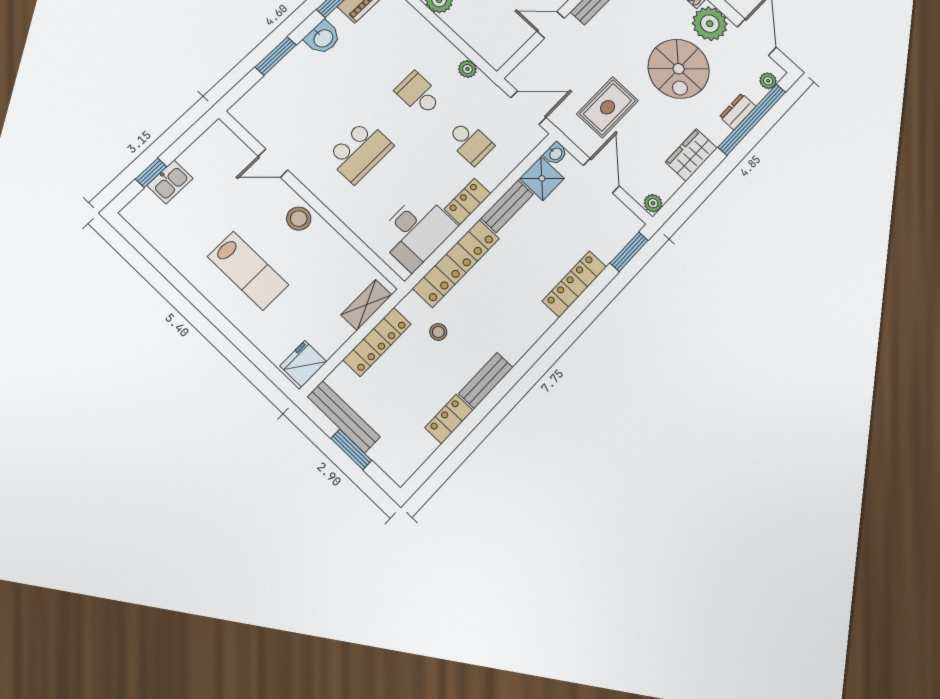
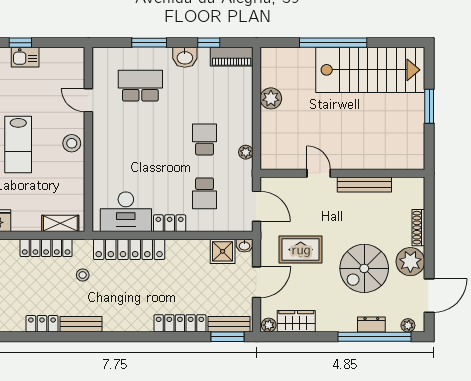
school desk: (360, 152) -> (140, 86), moved, turned 180
wardrobe: (691, 155) -> (296, 321), moved
bench: (507, 206) -> (229, 324), moved

